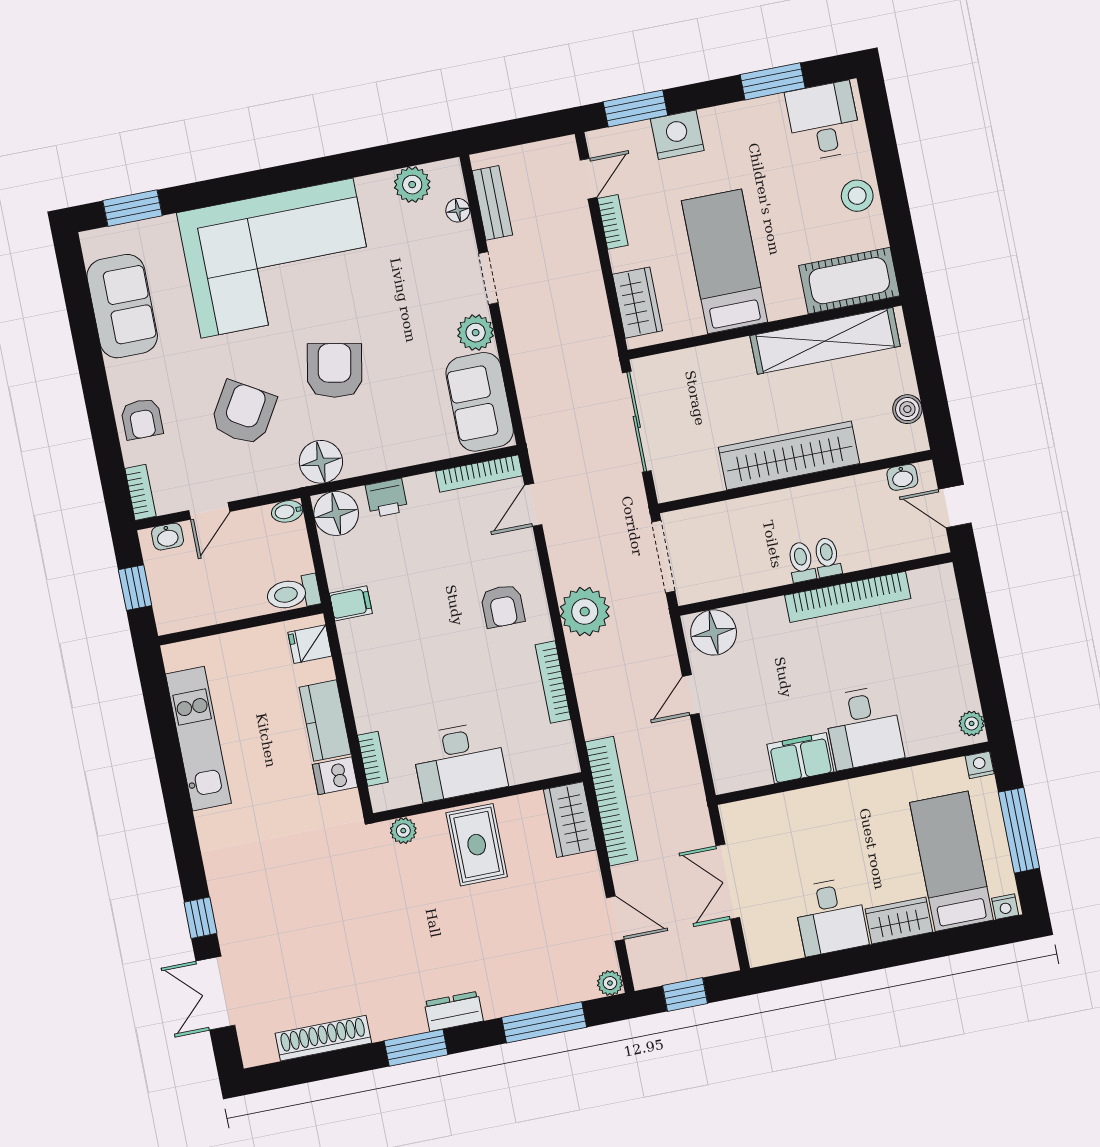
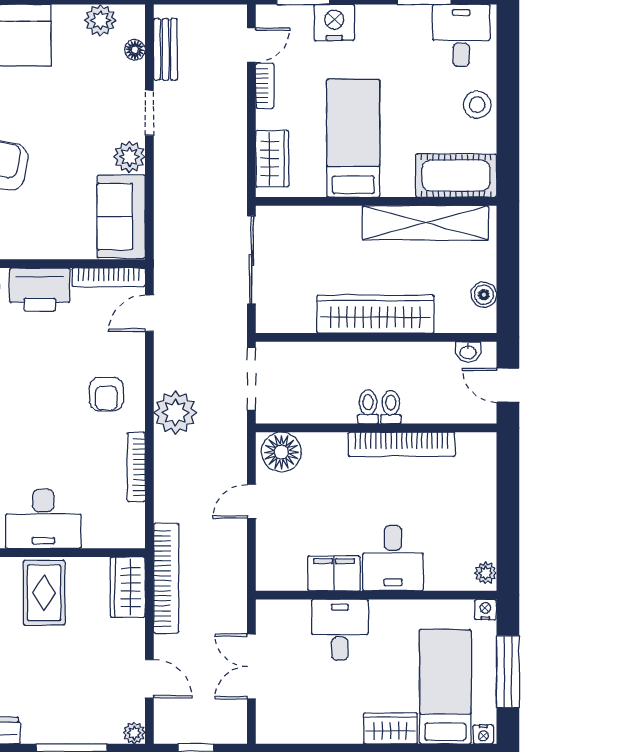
printer: (387, 498) -> (40, 290), width x1.87, depth x1.48
desk: (831, 917) -> (340, 630), moved, turned 180

